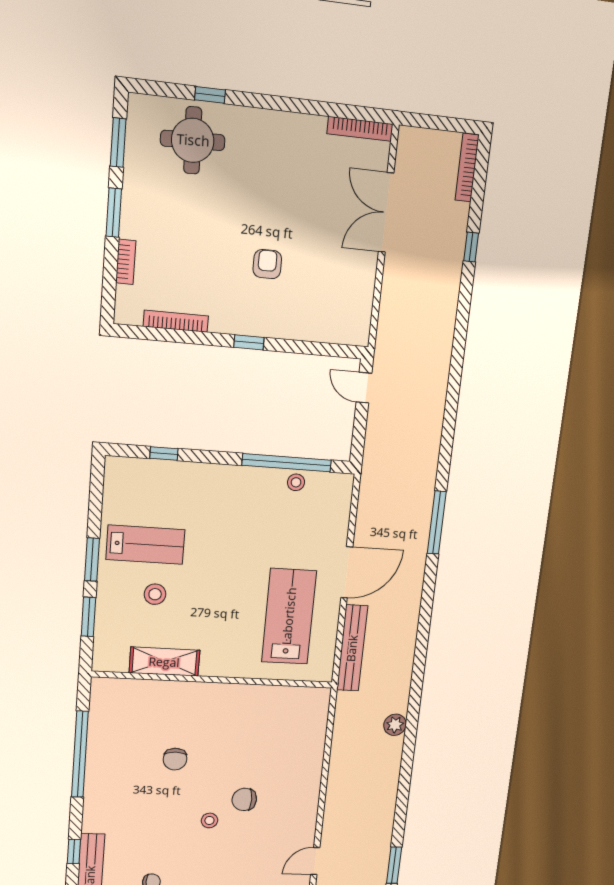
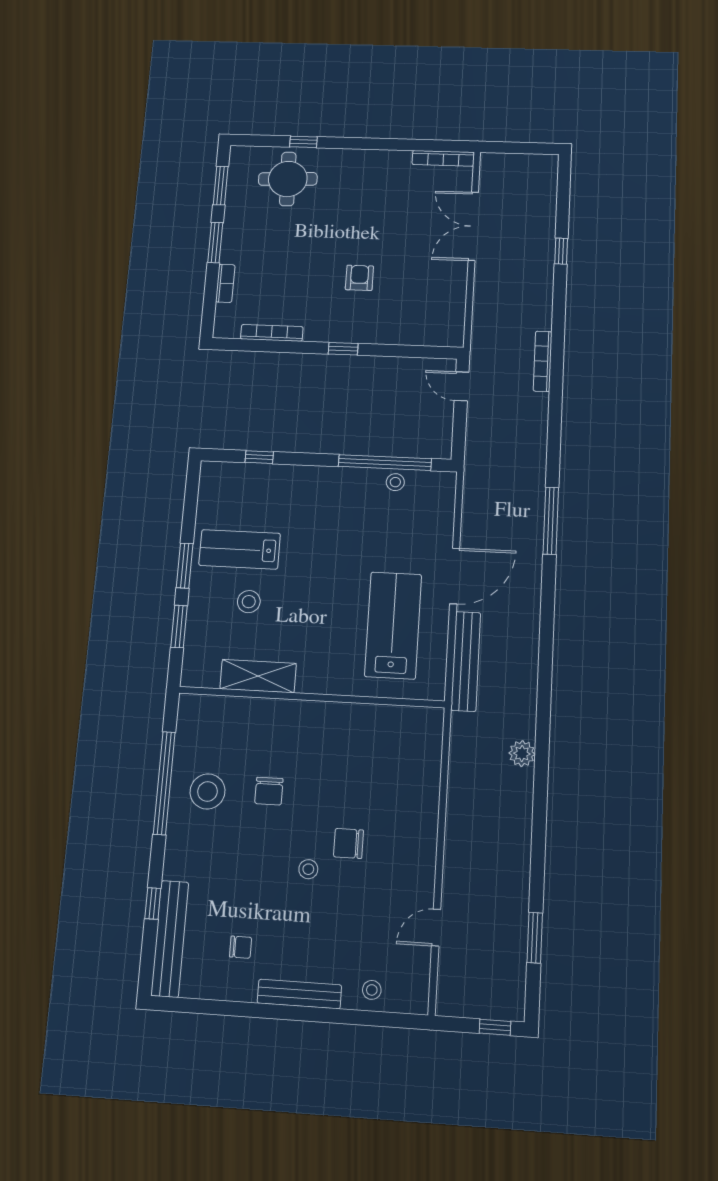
bookcase: (467, 168) -> (543, 361), moved
lab bench: (145, 545) -> (240, 549), turned 180
stool: (120, 761) -> (207, 791), added

